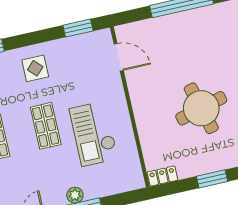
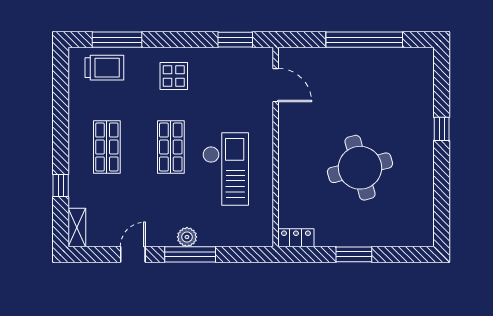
checkout: (94, 134) -> (226, 169), turned 180

